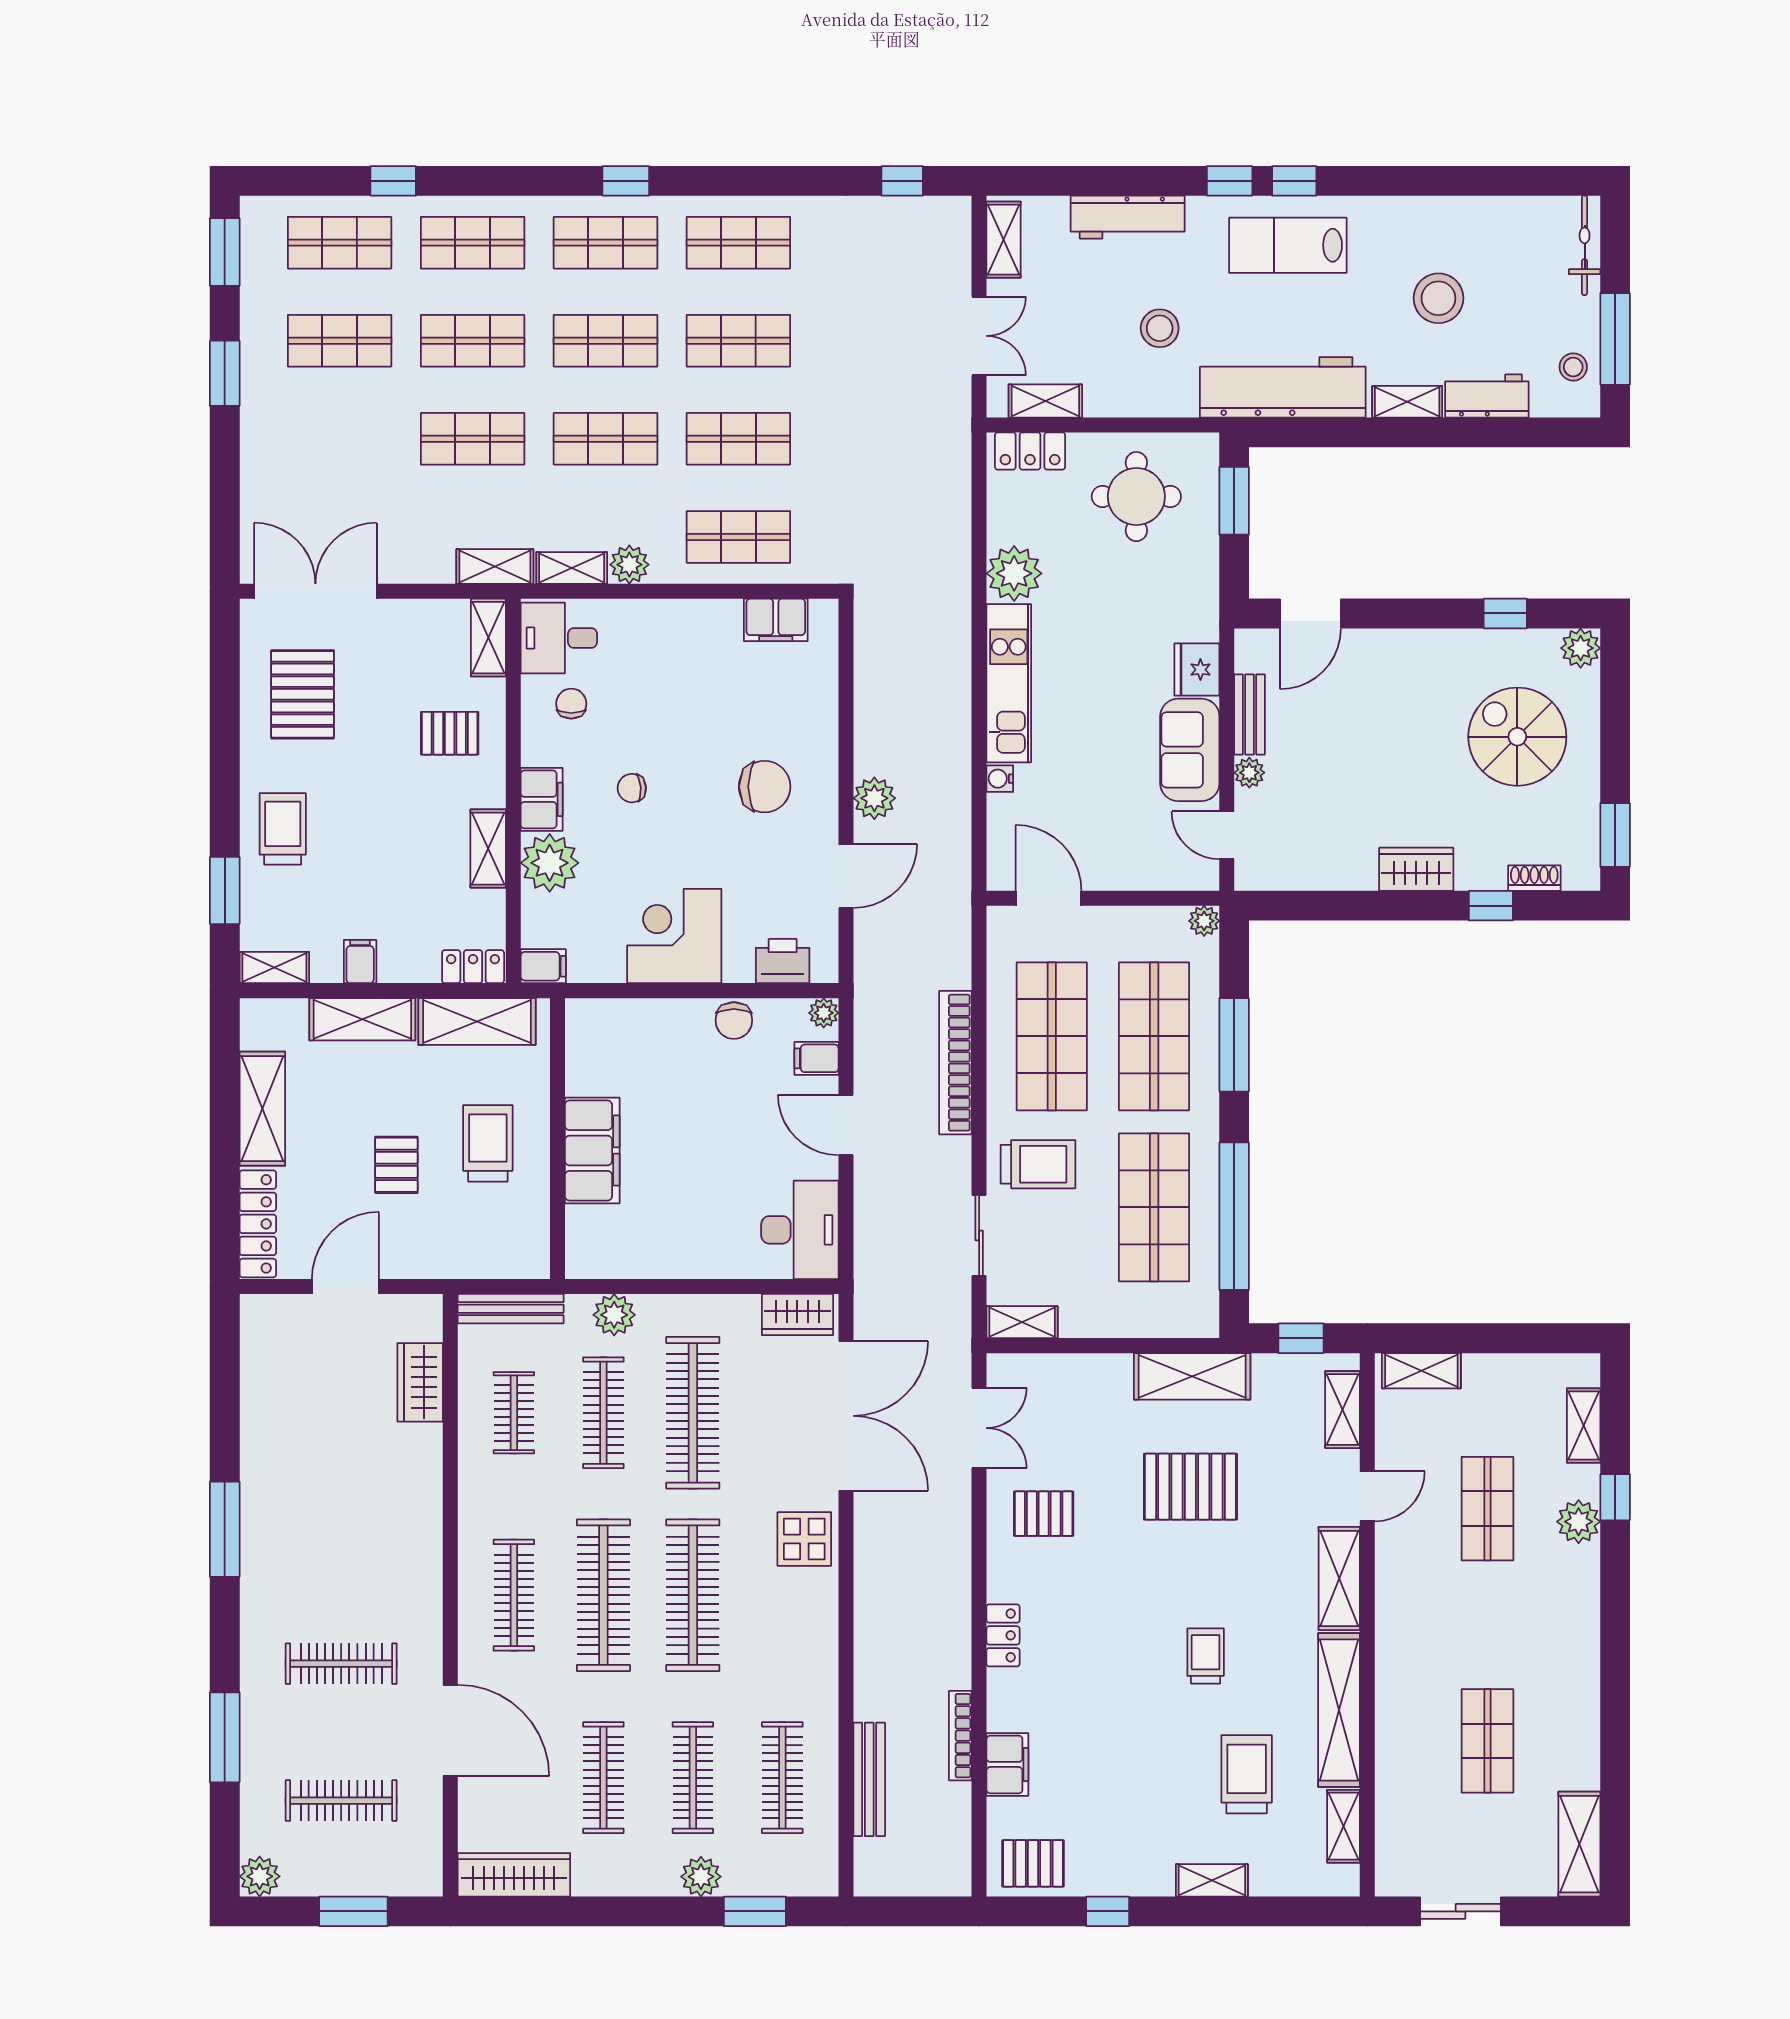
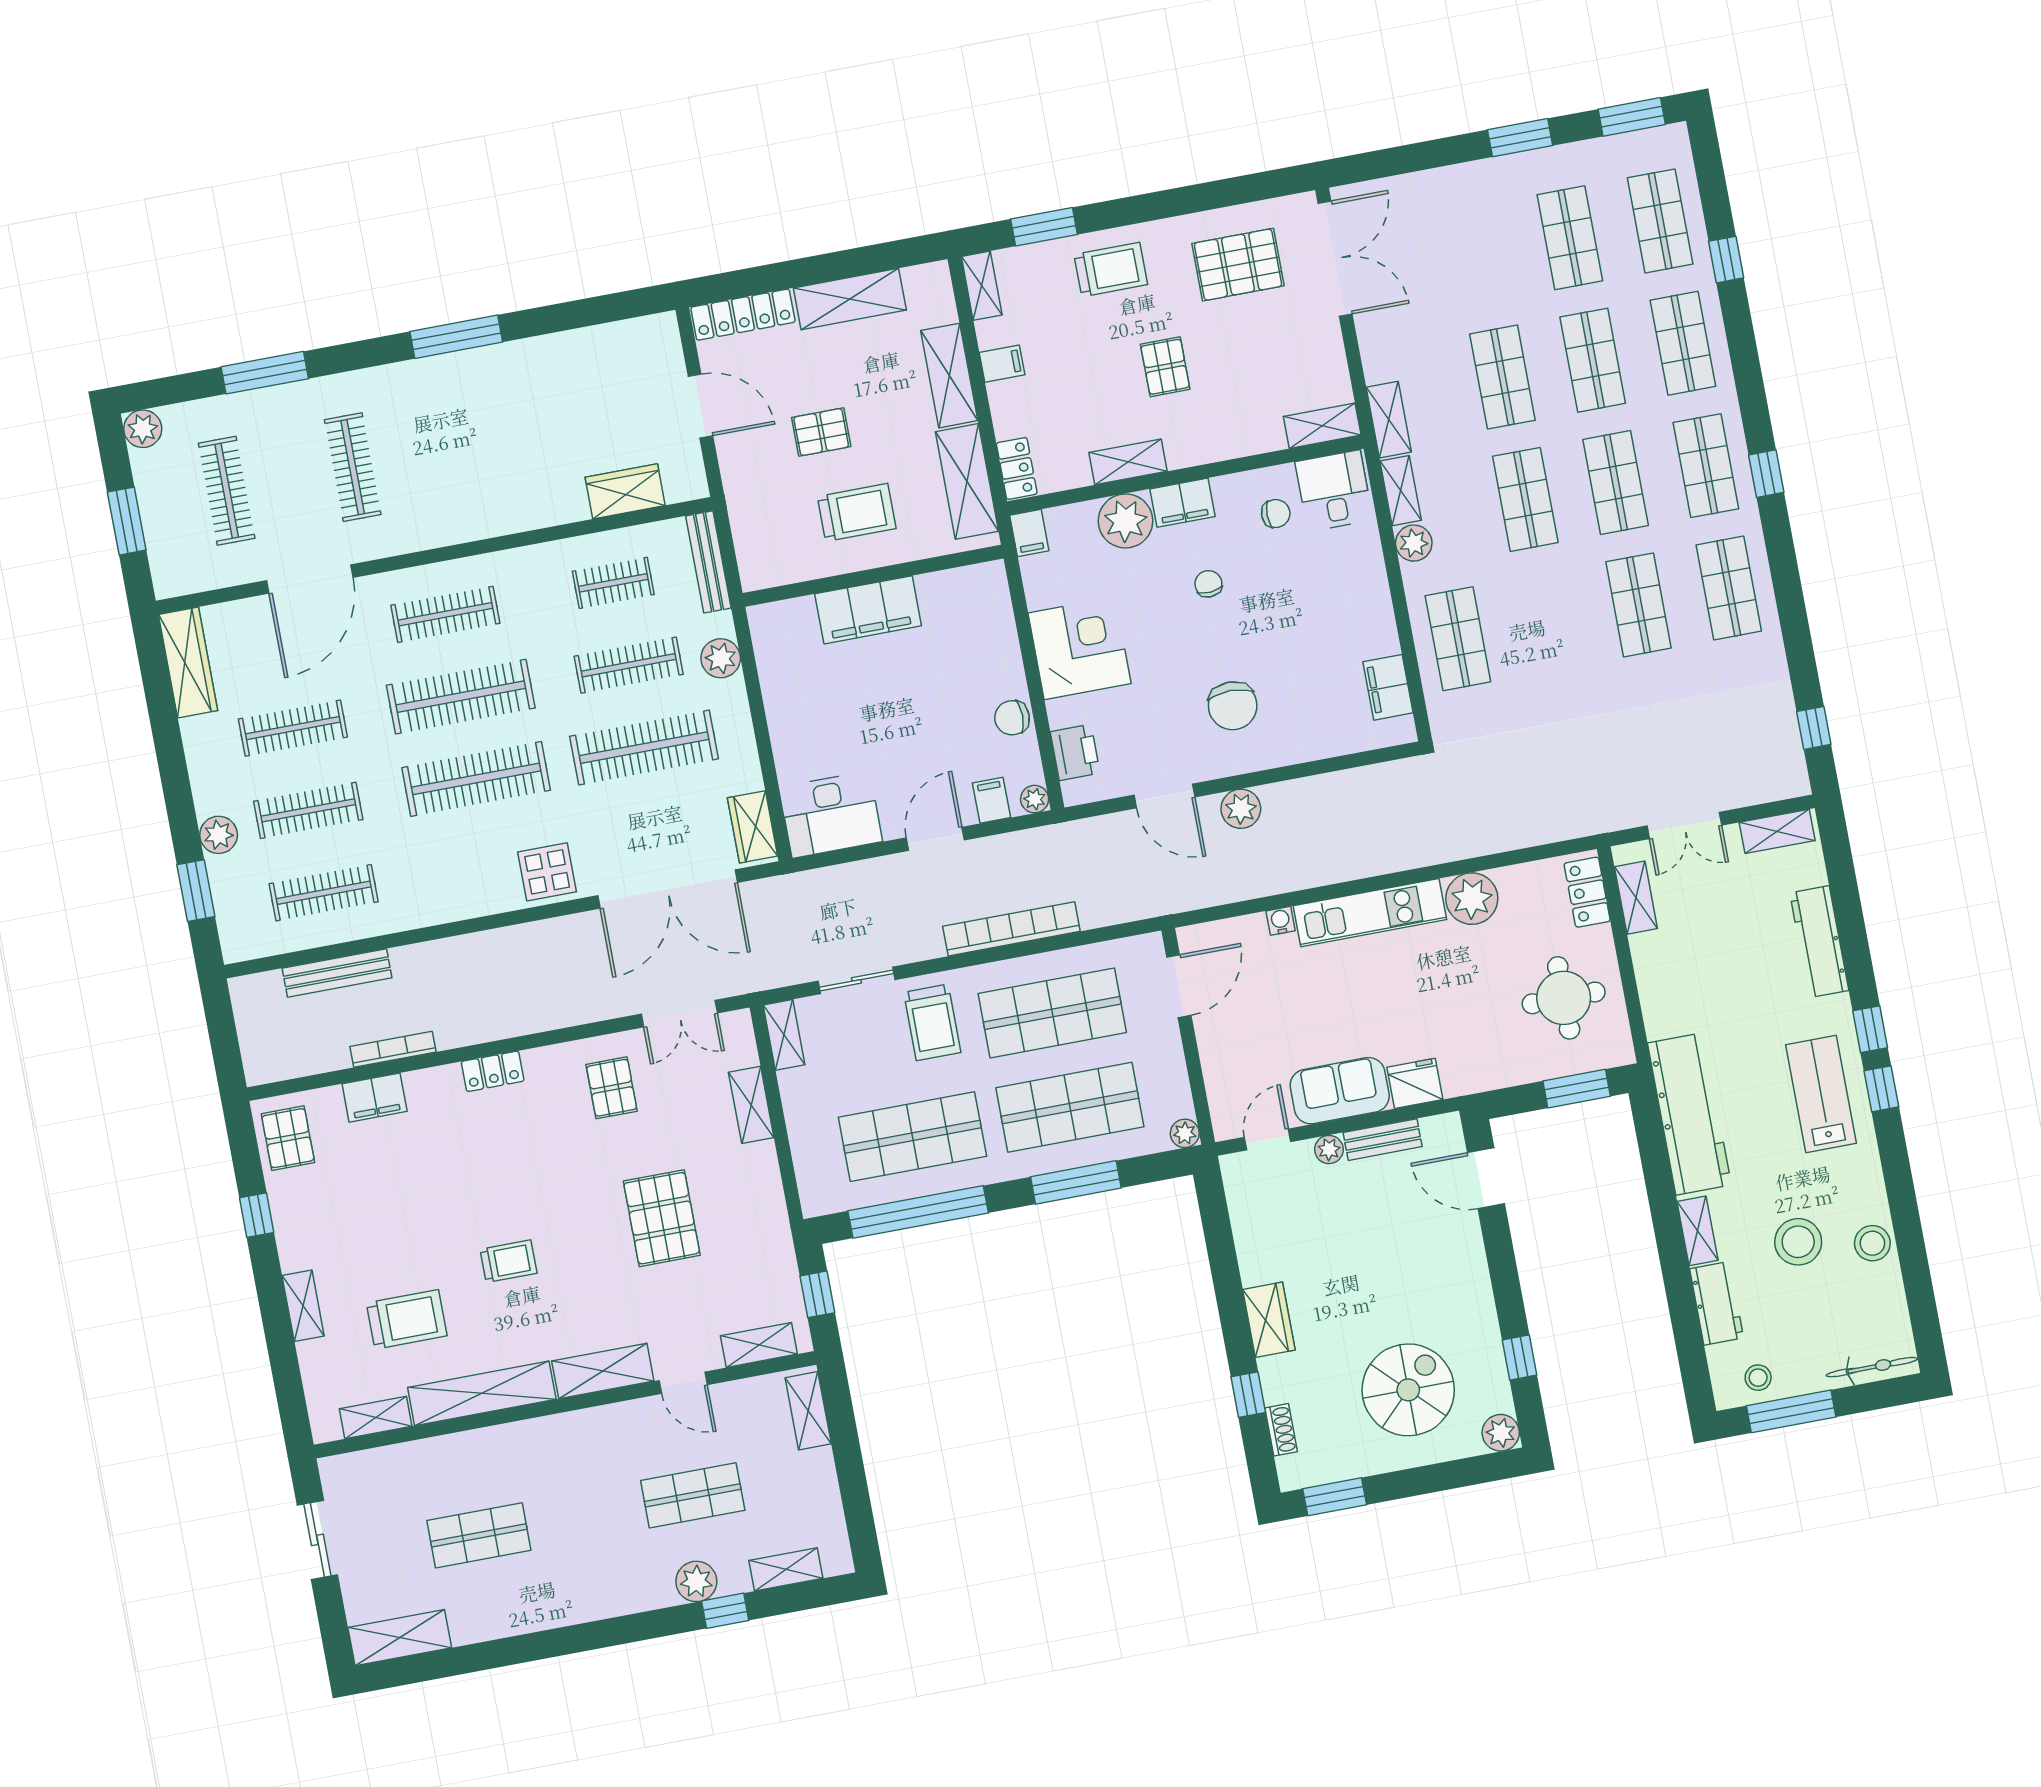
stool: (1160, 328) -> (1872, 1243), moved
shop shelf: (738, 439) -> (1548, 622), removed
pallet: (450, 733) -> (1165, 367), moved
shelving: (1192, 1376) -> (751, 1105), moved, width x0.67, depth x0.75

